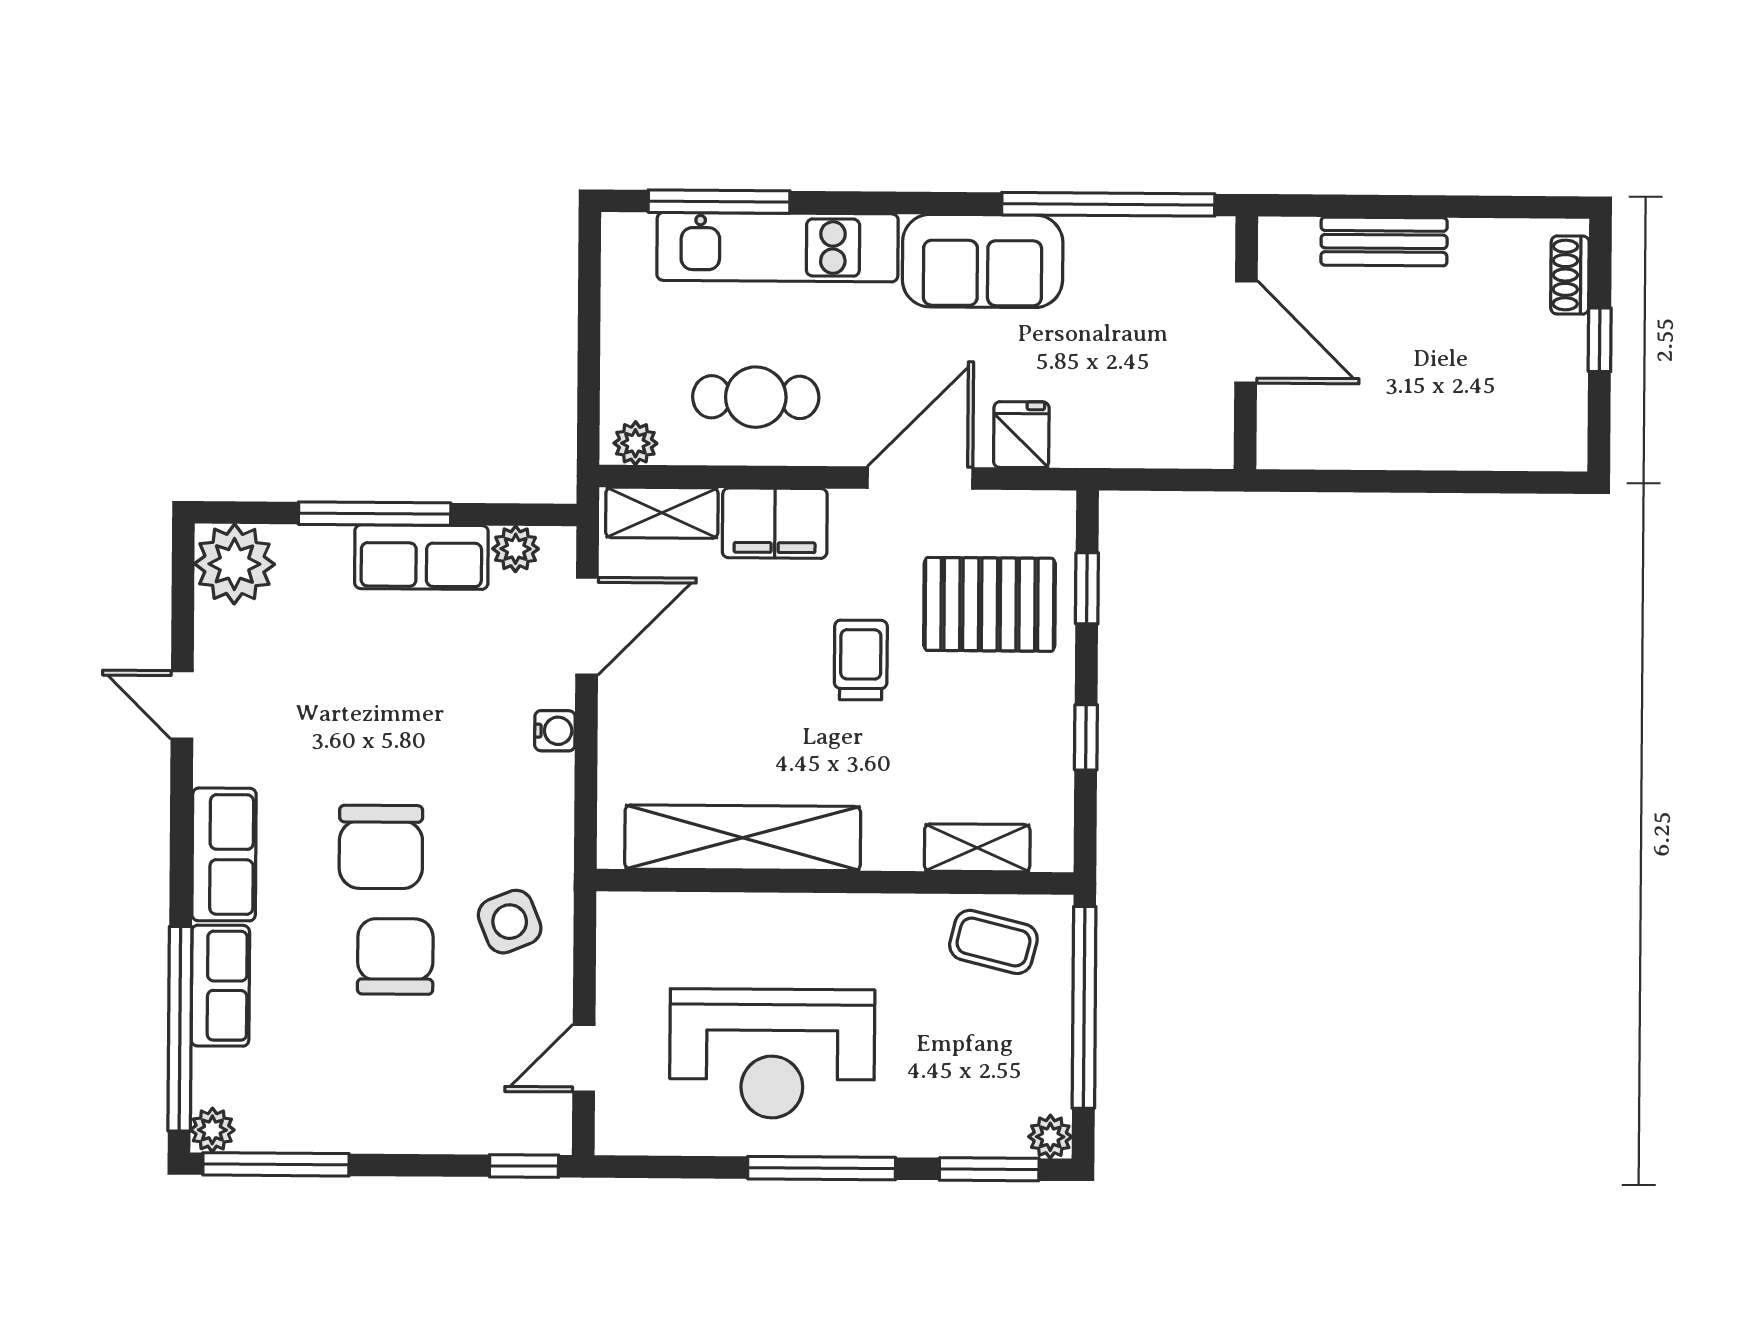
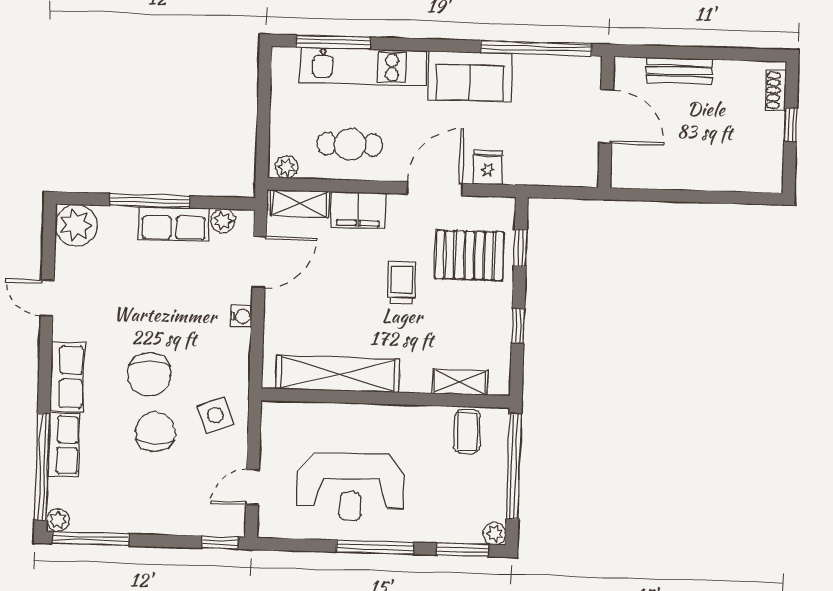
coffee table: (993, 942) -> (467, 431), turned 76

